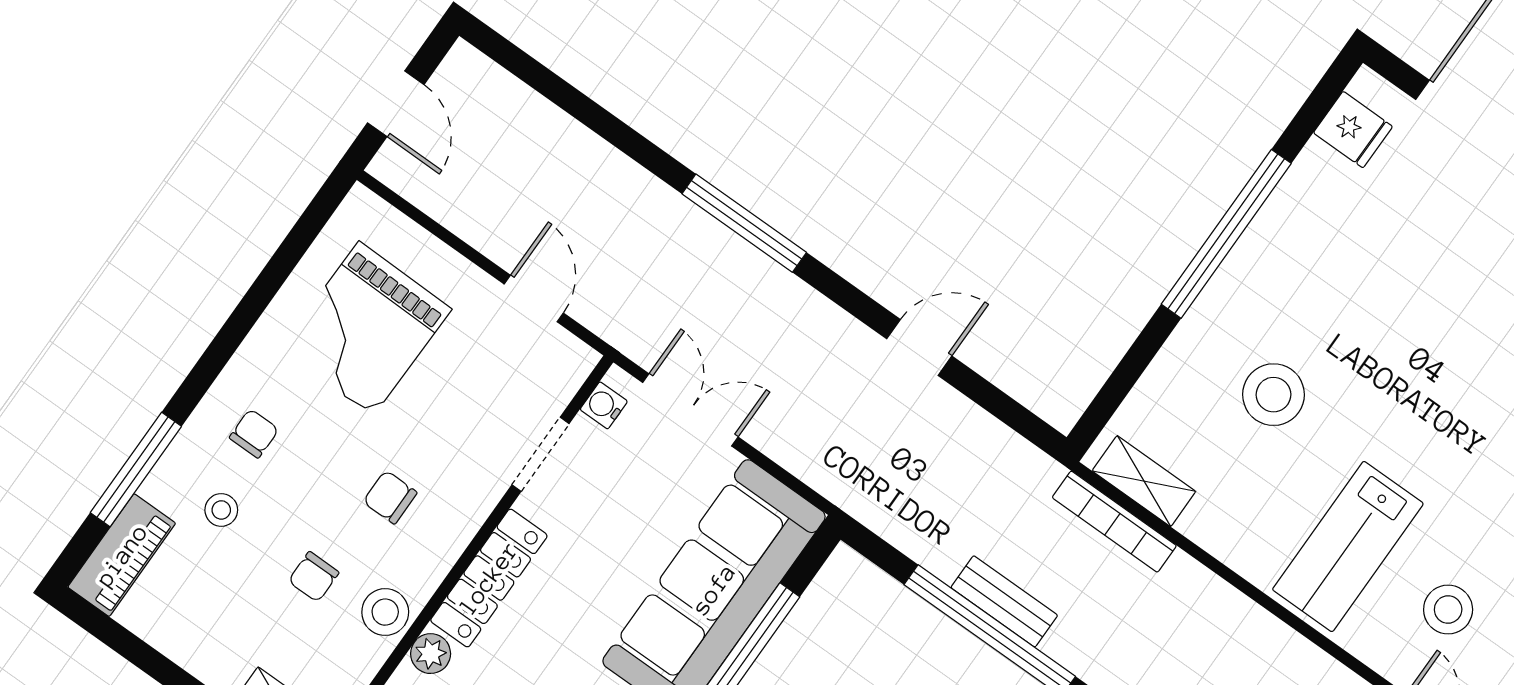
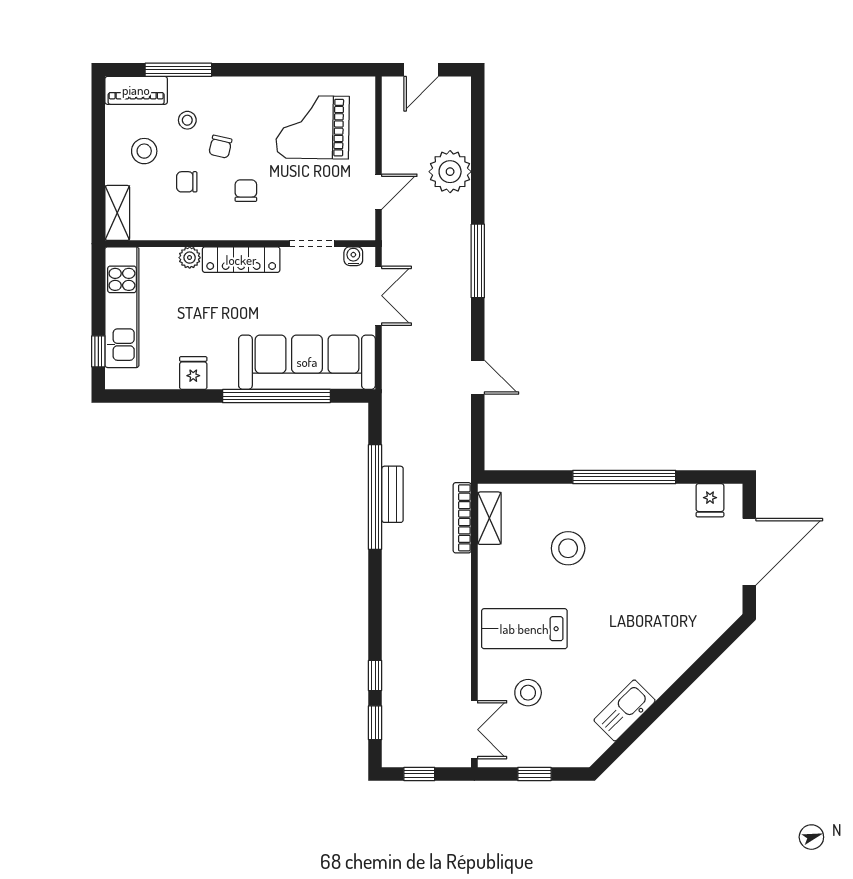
plant: (580, 169) -> (450, 172), added
chair: (254, 433) -> (220, 147), moved, turned 103
stool: (385, 612) -> (144, 151), moved

